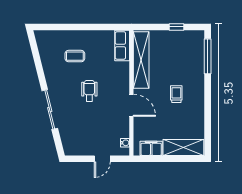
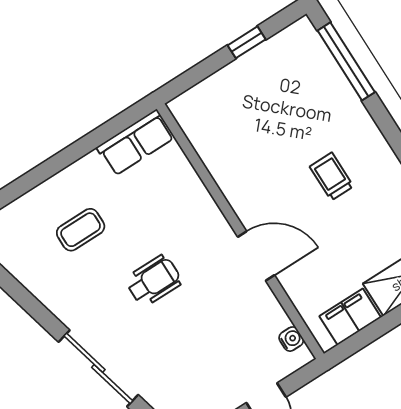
row of seats: (122, 45) -> (136, 143), moved, turned -90
shelving: (141, 60) -> (218, 153), removed
wheelchair: (89, 91) -> (154, 281), turned 90

